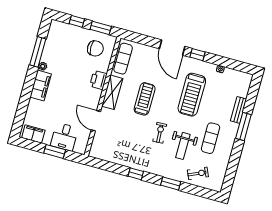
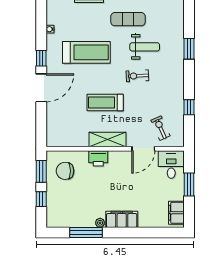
chair: (95, 48) -> (65, 171), turned -90
exercise mat: (123, 59) -> (68, 138), removed
desk: (64, 137) -> (171, 164), moved, turned -90
exercise bike: (198, 173) -> (161, 128), moved
window: (136, 174) -> (189, 107), moved

